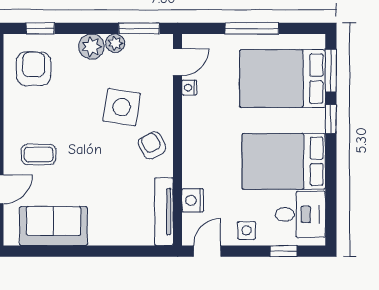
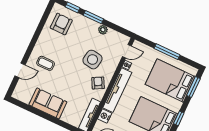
window: (139, 28) -> (93, 17), moved
plant: (91, 47) -> (92, 26), removed
window: (331, 119) -> (179, 118), moved
tv unit: (193, 142) -> (117, 90), added
sofa: (53, 226) -> (48, 103), moved

